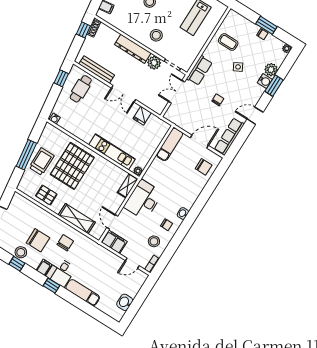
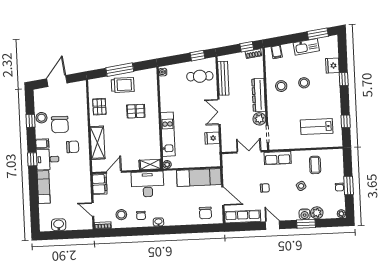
stool: (156, 35) -> (281, 86), moved
exam couch: (170, 144) -> (199, 177), width x1.36, depth x1.45
pallet: (72, 166) -> (136, 111), width x0.49, depth x0.50

